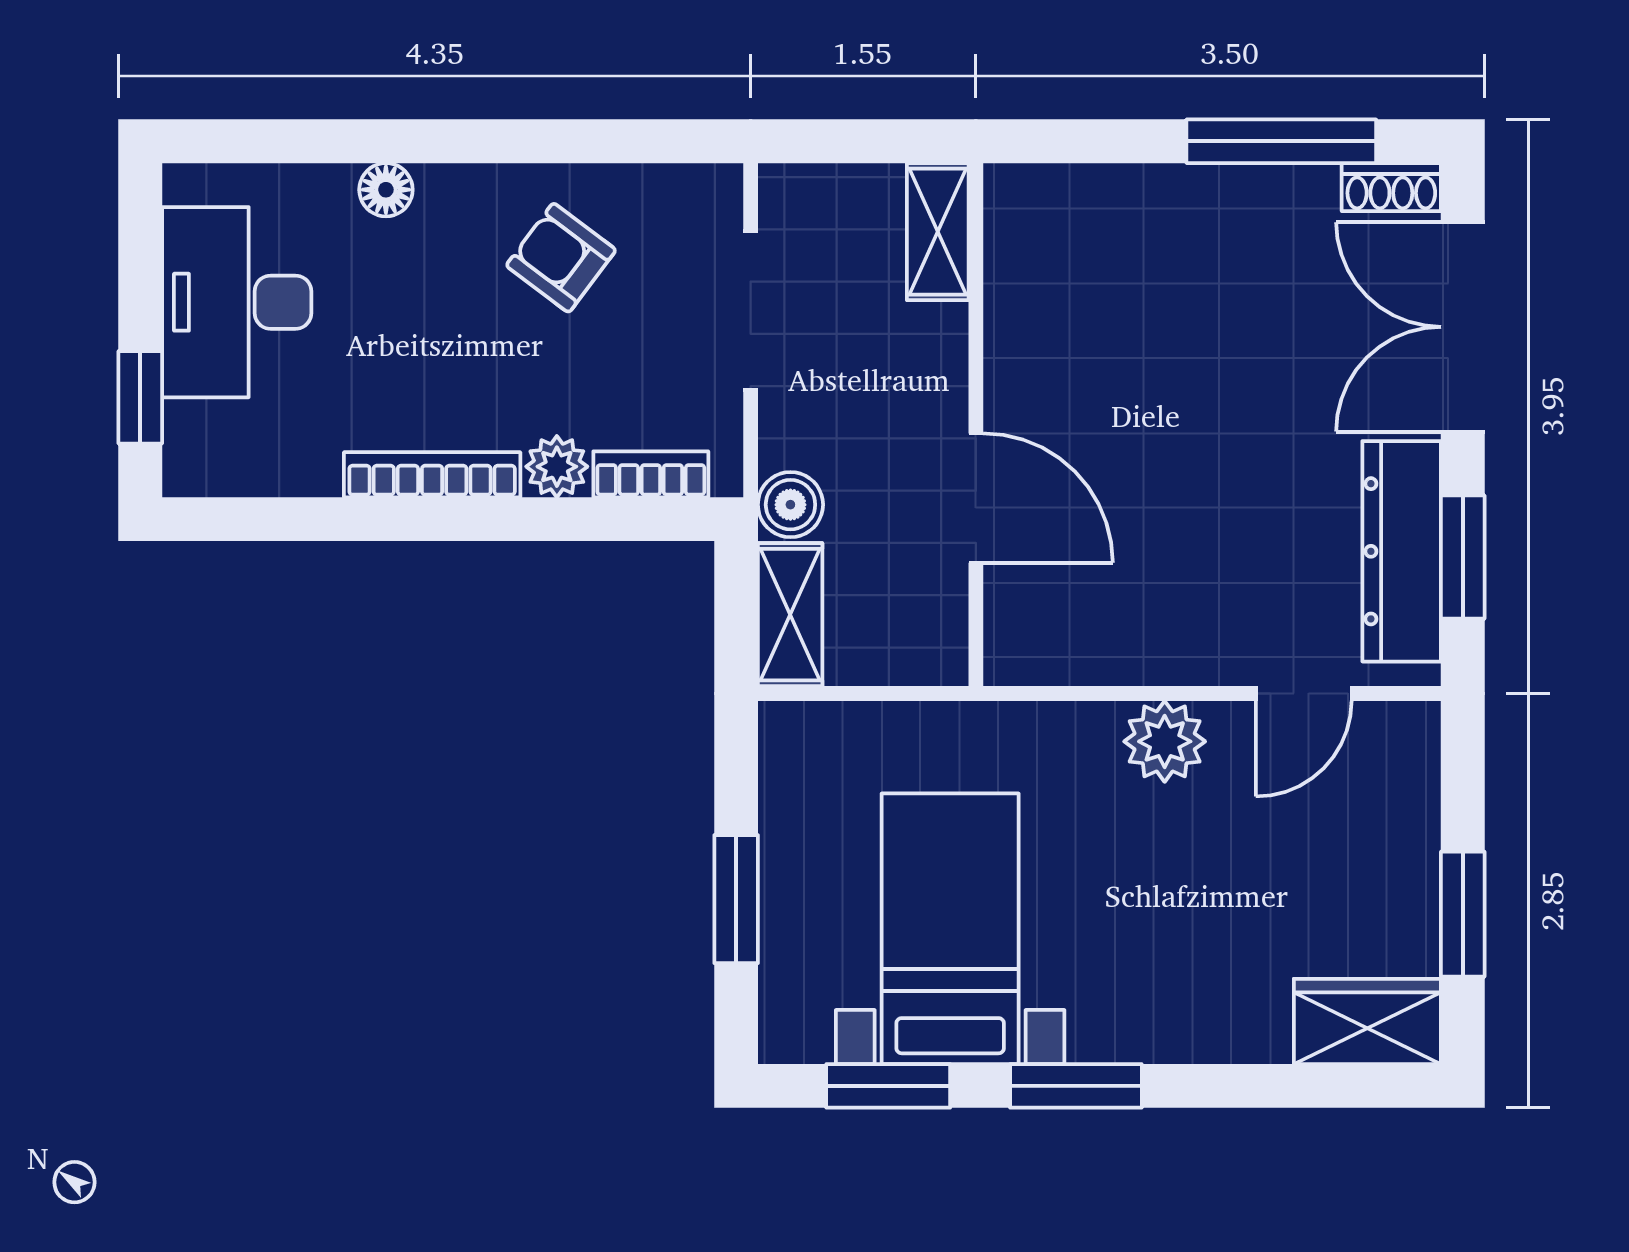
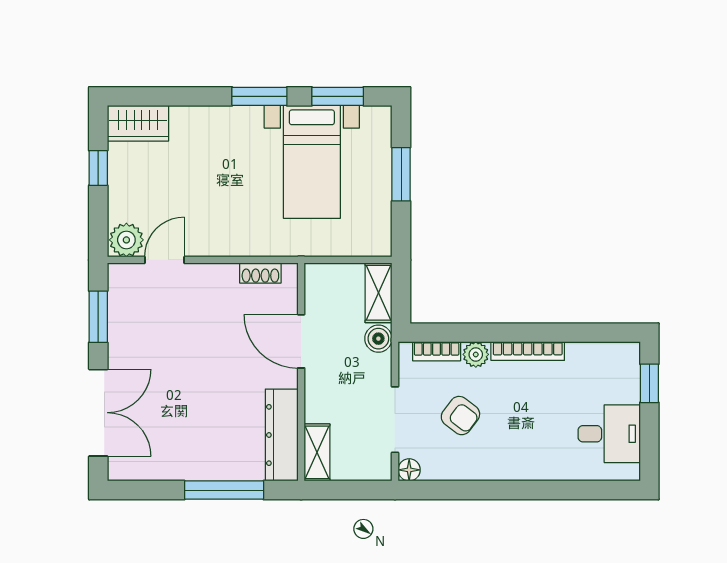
window: (1281, 141) -> (224, 490), moved
shoe rack: (1391, 187) -> (260, 273), moved, turned 180
floor lamp: (386, 190) -> (409, 470), moved
armchair: (561, 258) -> (460, 416), moved
desk: (237, 302) -> (609, 434), width x0.73
dresser: (1402, 551) -> (282, 435), moved, turned 180
plant: (1165, 741) -> (126, 240), moved
window: (1463, 914) -> (98, 168), width x0.67

